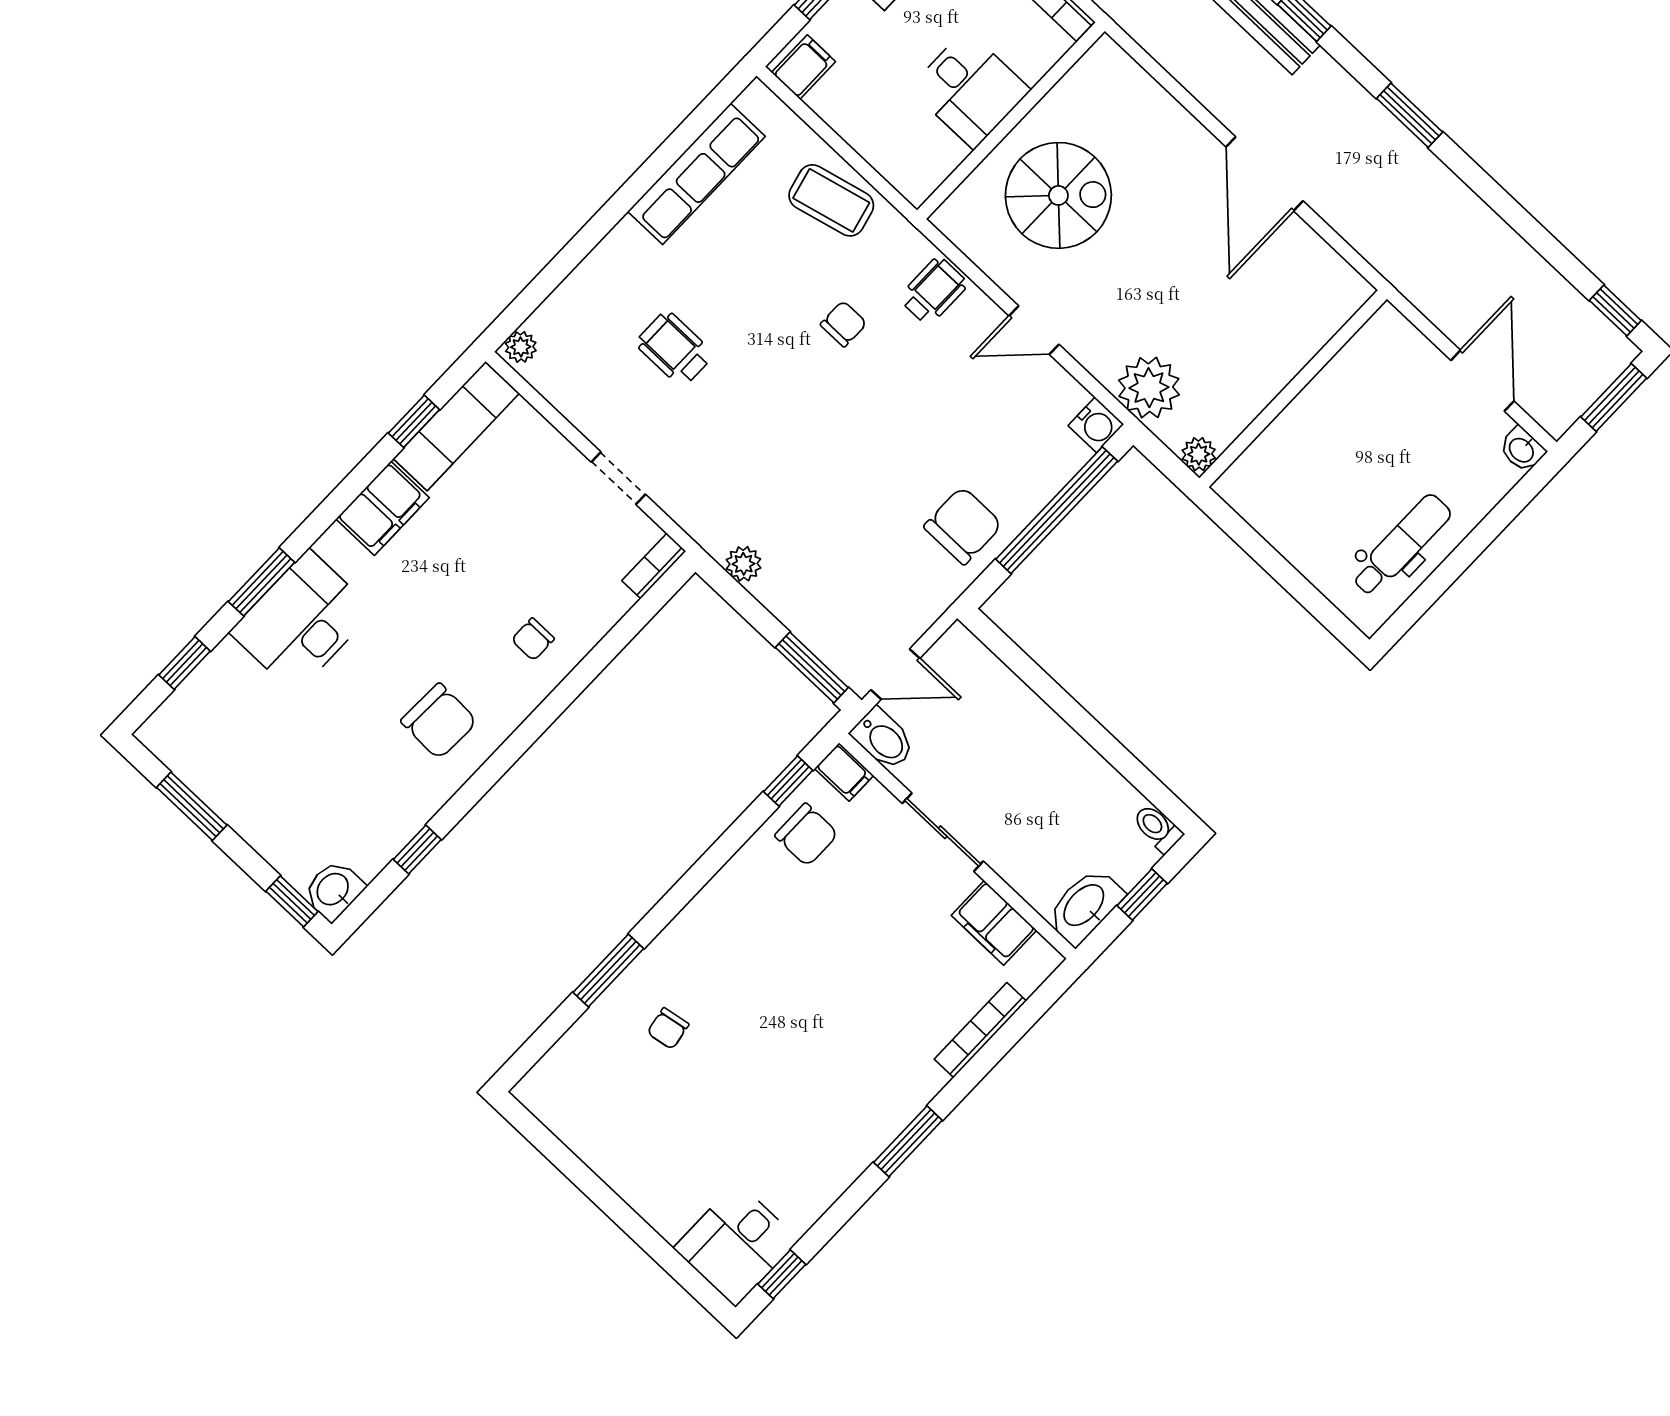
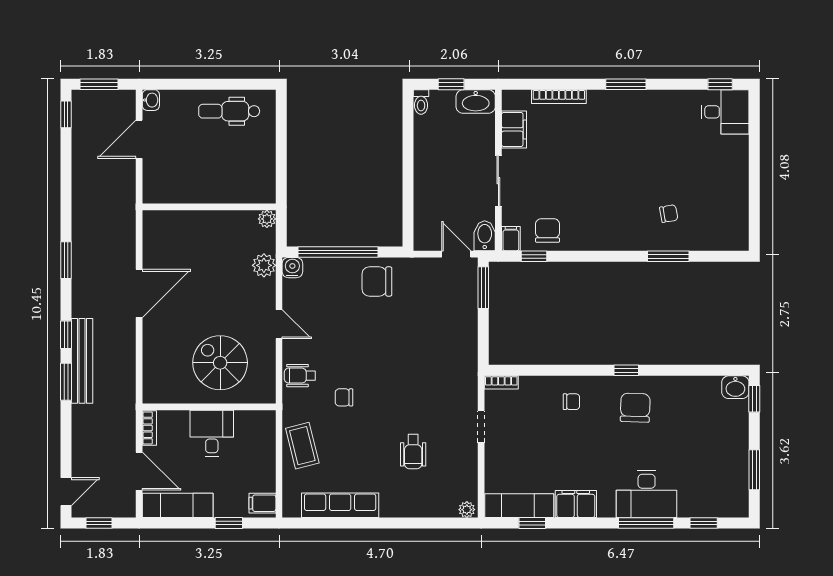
plant: (1149, 388) -> (264, 265), width x0.73, depth x0.73
plant: (744, 564) -> (469, 350), removed
window: (262, 582) -> (646, 523), width x1.44
window: (417, 850) -> (626, 370), moved

